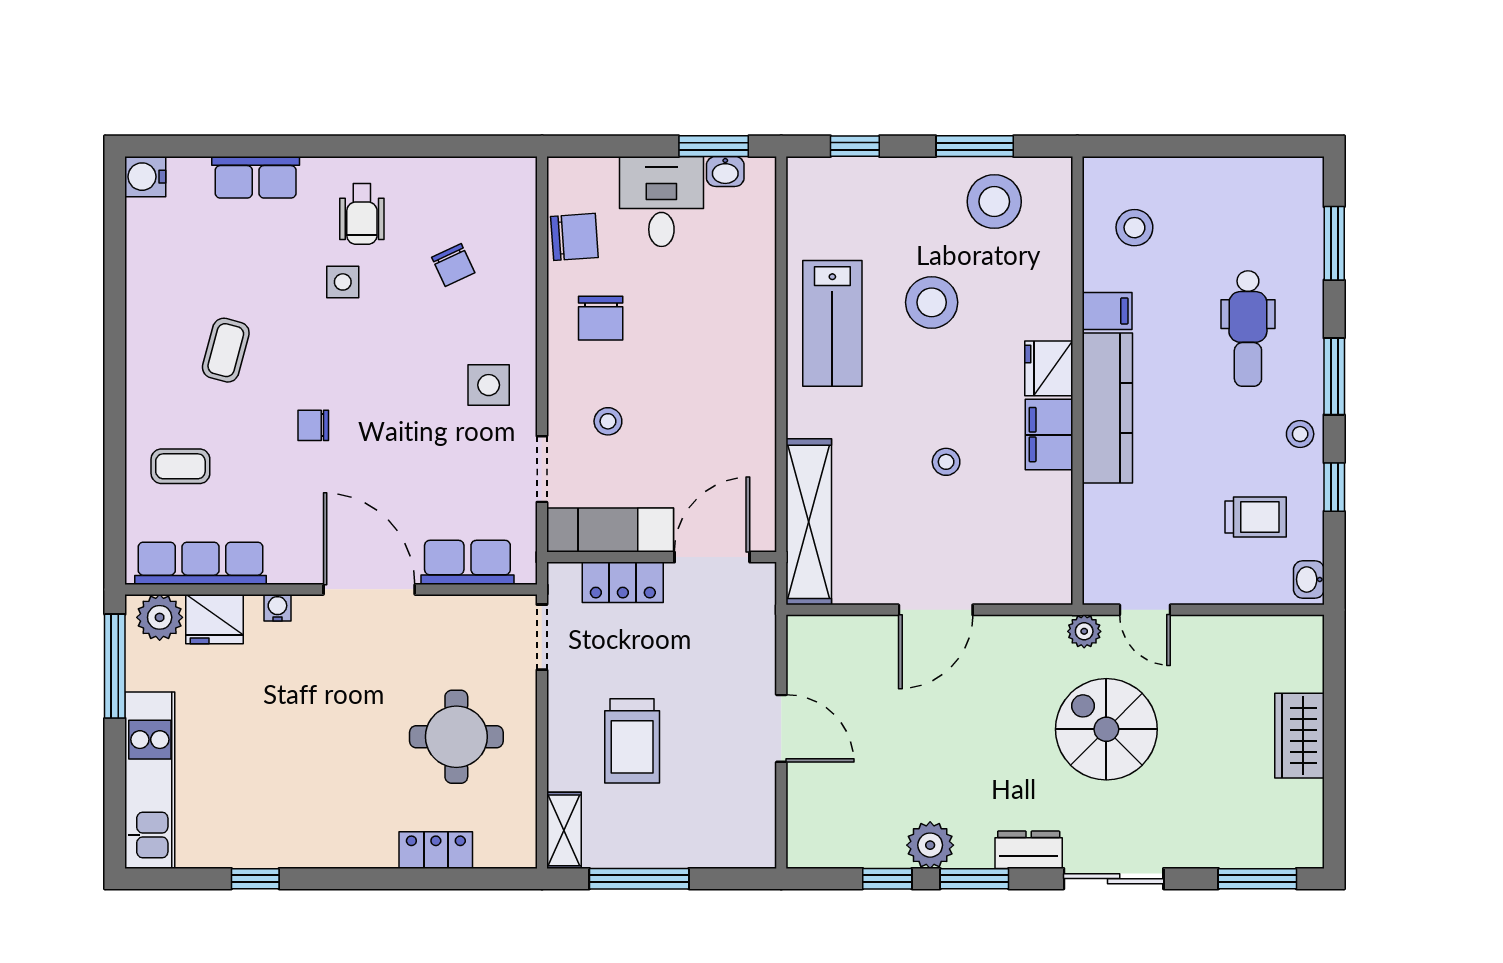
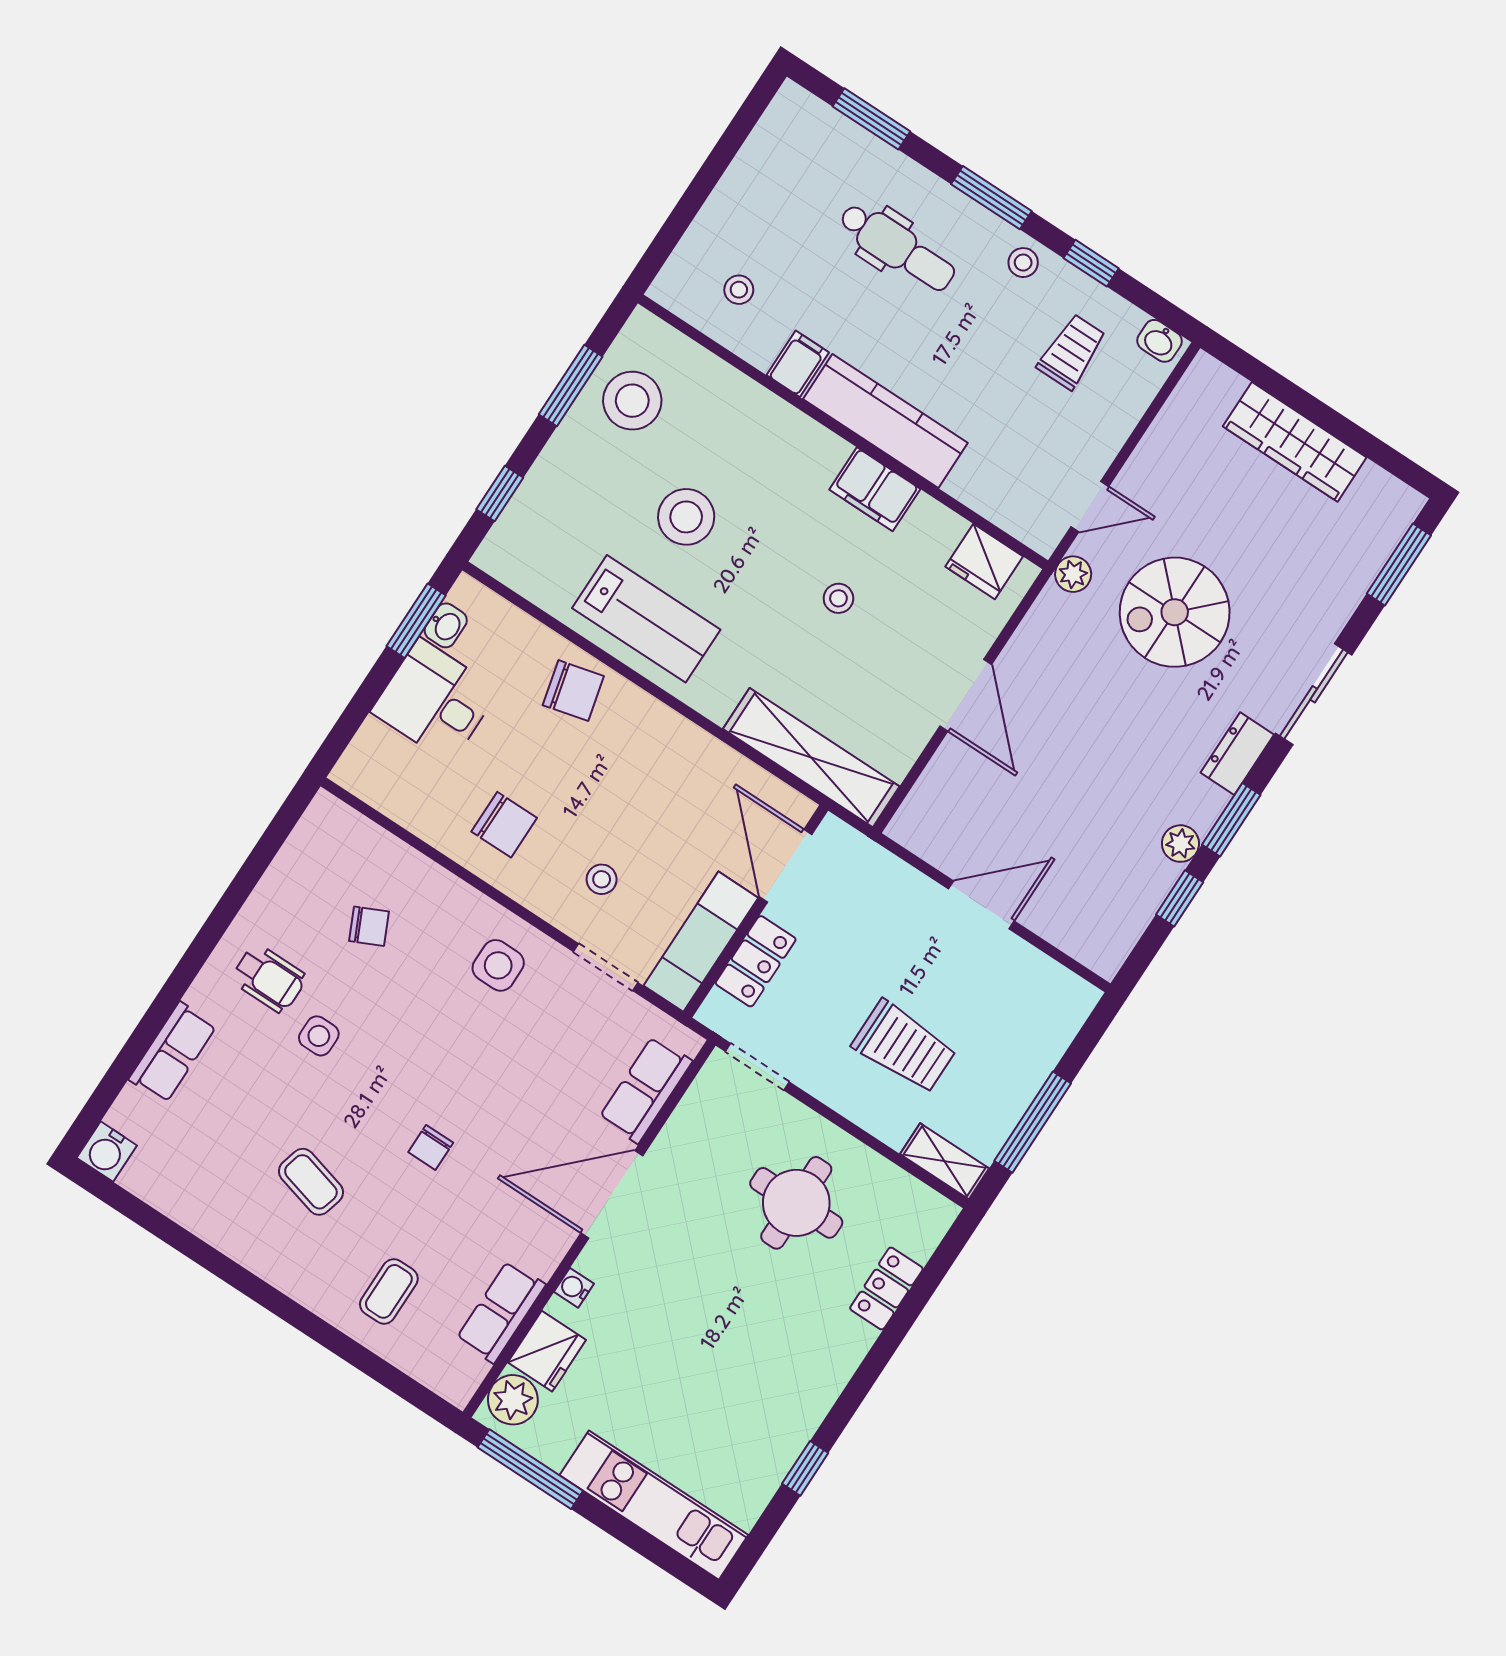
stool: (1134, 228) -> (739, 290), width x0.73, depth x0.73
chair: (574, 237) -> (573, 691), moved, turned 80
fridge: (1049, 368) -> (984, 561), moved
row of seats: (200, 563) -> (501, 1312), width x0.68
wardrobe: (1299, 736) -> (1295, 442), width x1.50
plant: (930, 845) -> (1180, 844), width x0.73, depth x0.73

